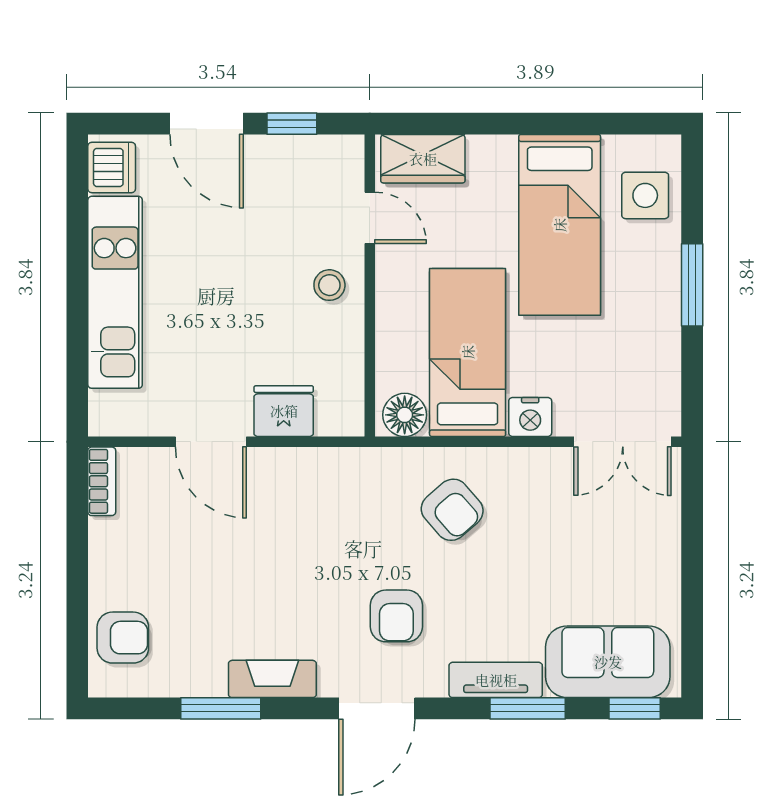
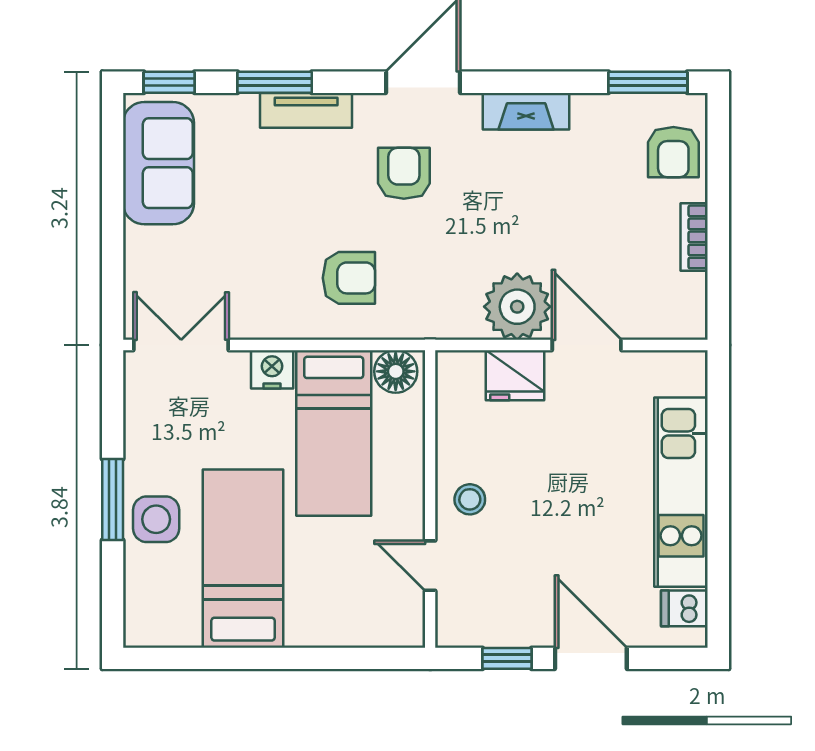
wardrobe: (423, 159) -> (378, 624), removed
dishwasher: (112, 167) -> (684, 608), width x0.73
side table: (645, 195) -> (156, 519), moved
bookcase: (102, 481) -> (694, 237), moved
plant: (281, 481) -> (517, 307), added
armchair: (452, 510) -> (349, 278), turned 131
armchair: (123, 638) -> (673, 152), turned -90
sofa: (608, 662) -> (159, 163), moved, turned -90
window: (221, 708) -> (648, 82), moved

